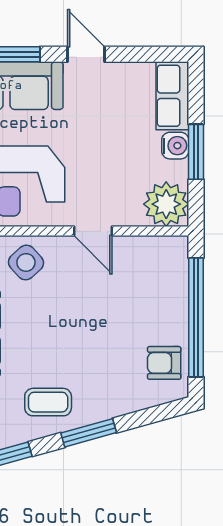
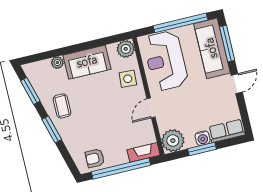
side table: (26, 262) -> (128, 79), turned 45
fireplace: (176, 266) -> (144, 152), added
armchair: (164, 363) -> (95, 158), turned -90

